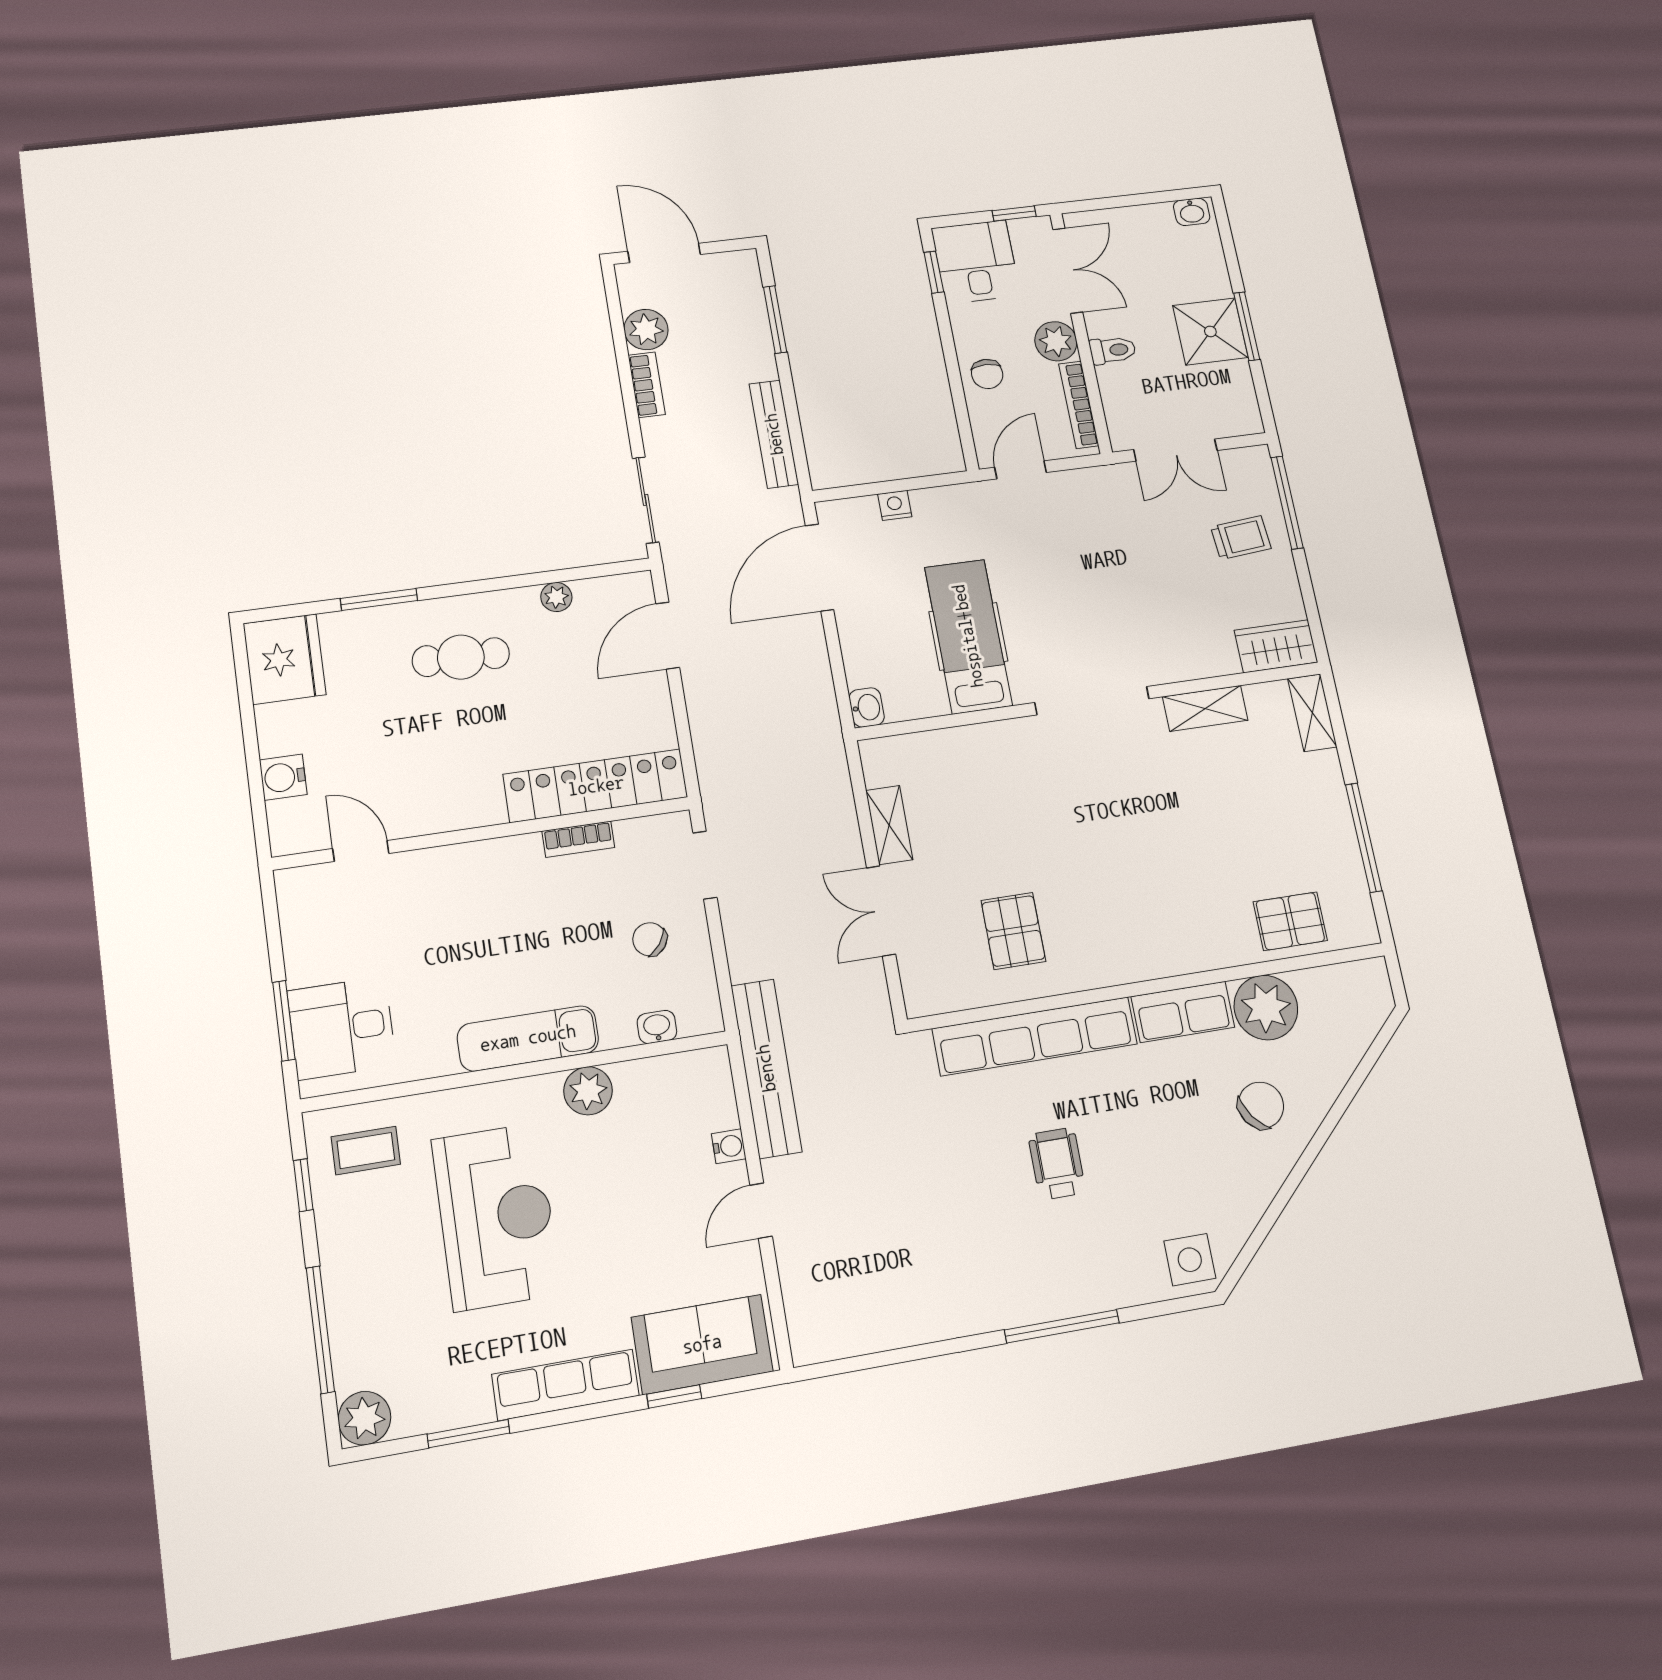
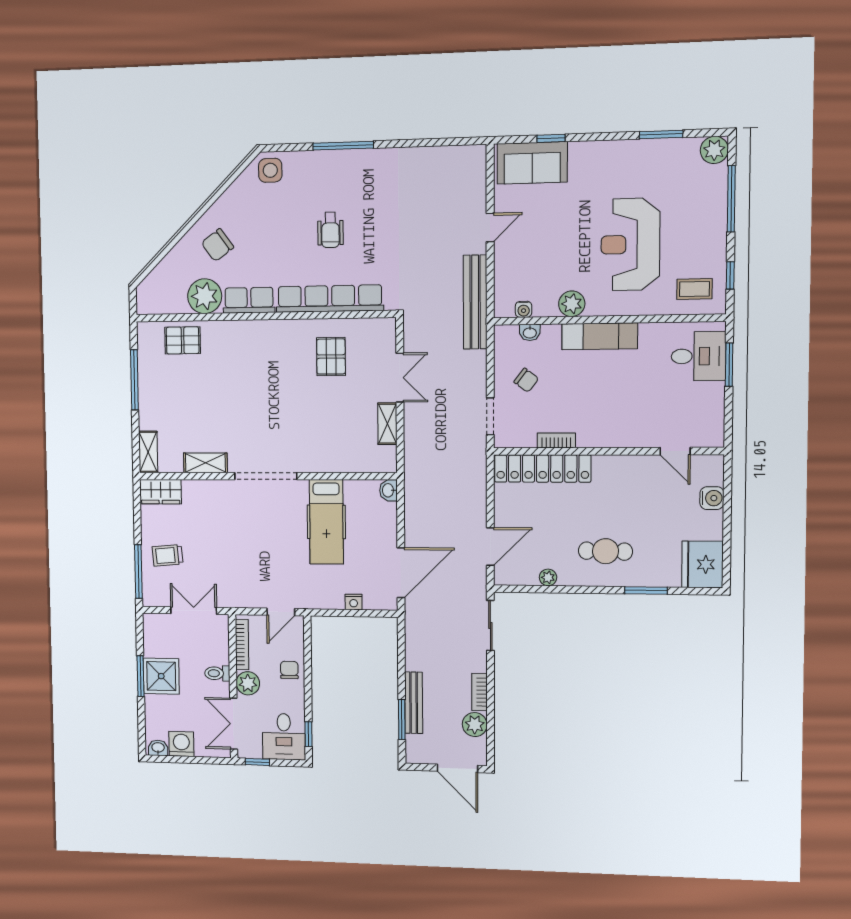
washing machine: (1152, 224) -> (181, 744), added
bench: (774, 434) -> (414, 703), moved
water cooler: (729, 1146) -> (524, 309), moved, turned -90
row of seats: (565, 1385) -> (607, 152), removed

